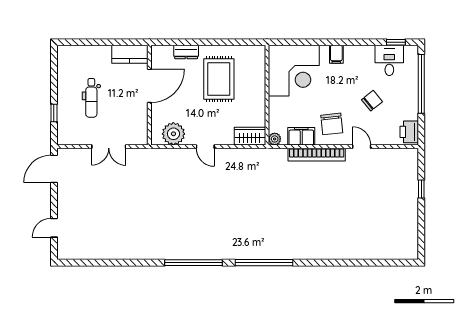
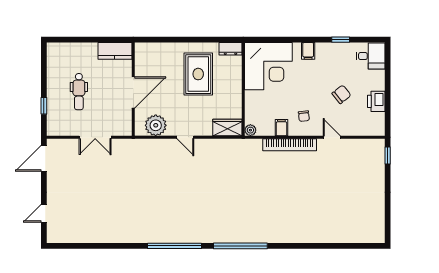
window: (396, 42) -> (341, 40), moved
dresser: (186, 52) -> (230, 49), moved
desk: (389, 60) -> (371, 56), moved, turned 90
window: (421, 84) -> (388, 79), removed
door: (149, 86) -> (133, 92), moved
chair: (332, 124) -> (304, 116), width x0.54, depth x0.54
printer: (409, 132) -> (376, 101), moved
filing cabinet: (301, 136) -> (281, 128), width x0.50
window: (421, 189) -> (388, 156), moved

